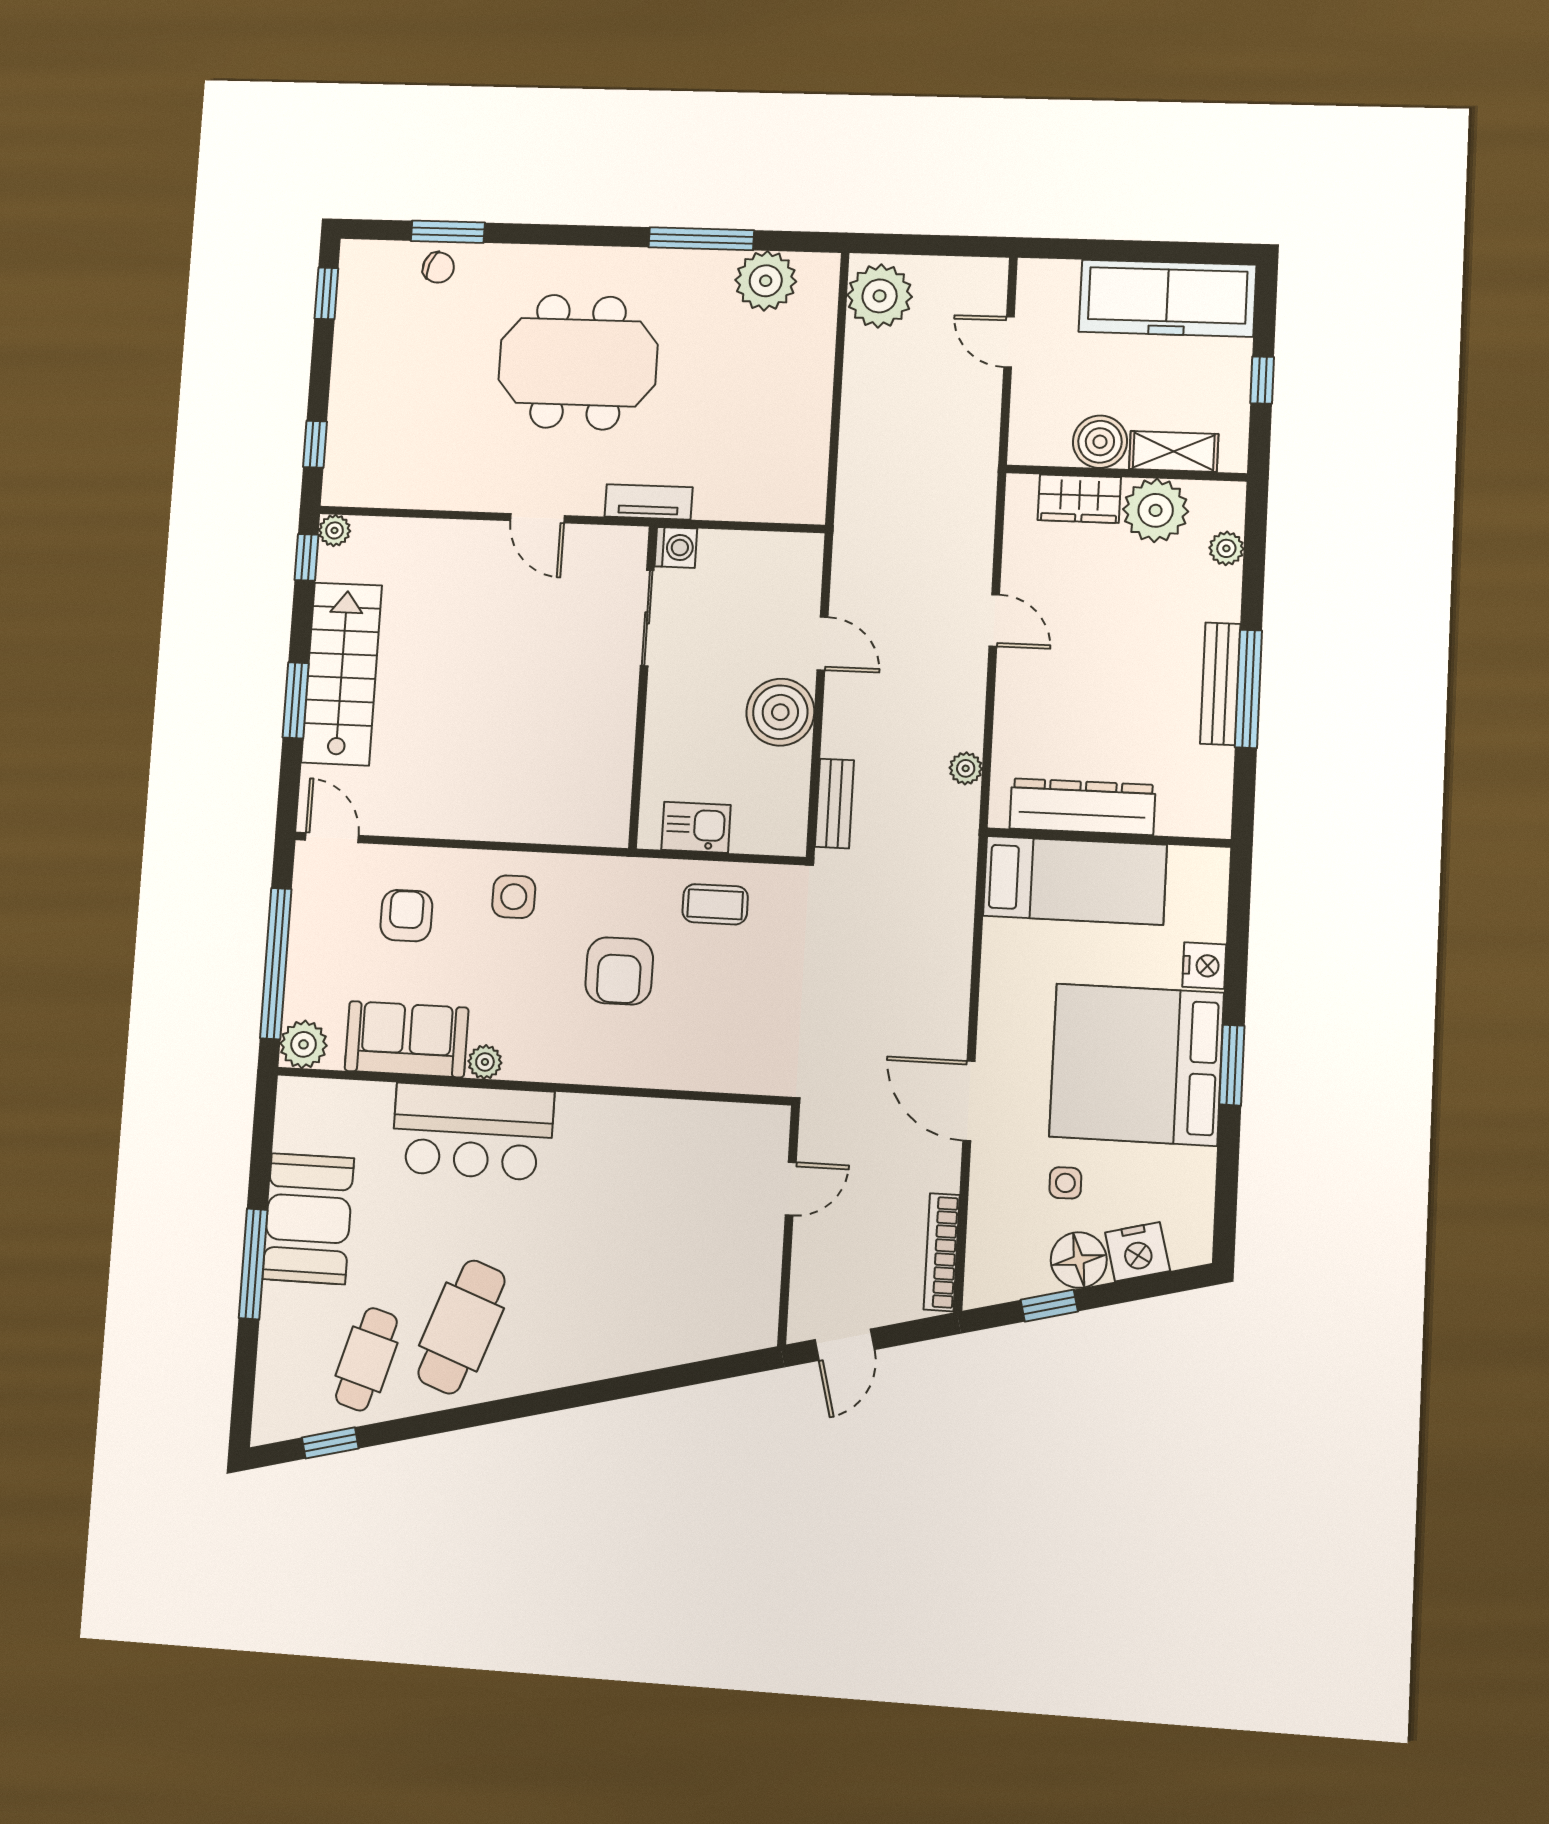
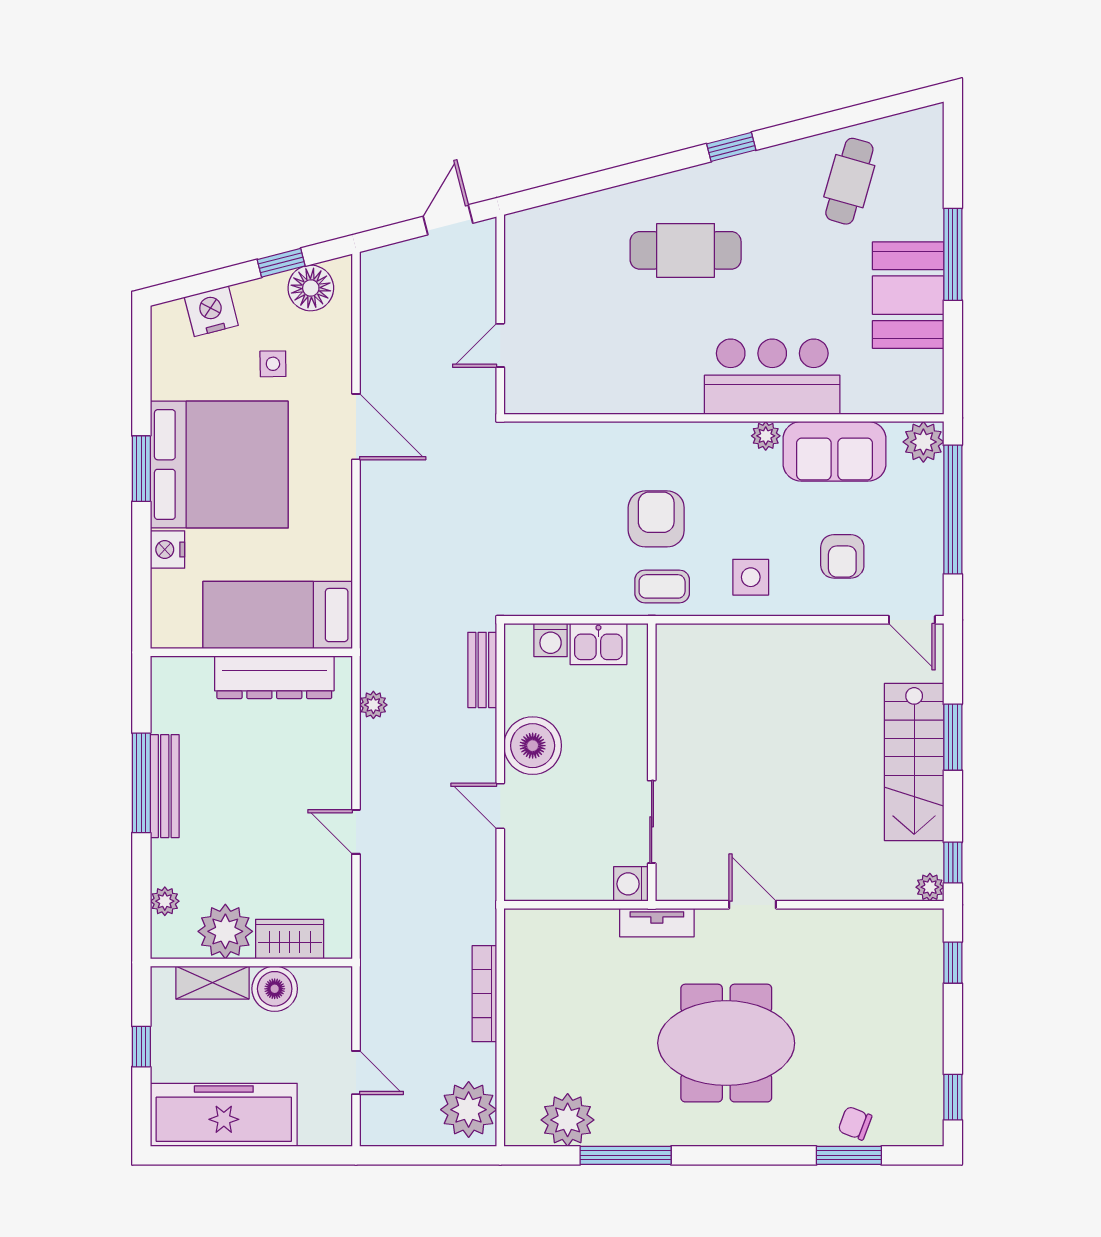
washing machine: (752, 835) -> (551, 640), added
coffee table: (715, 904) -> (662, 586), moved
bookcase: (942, 1252) -> (484, 994), moved, turned 180
floor lamp: (1079, 1260) -> (311, 288), moved
cafe table: (461, 1327) -> (686, 250), moved, turned 70
window: (330, 1443) -> (731, 147), moved

